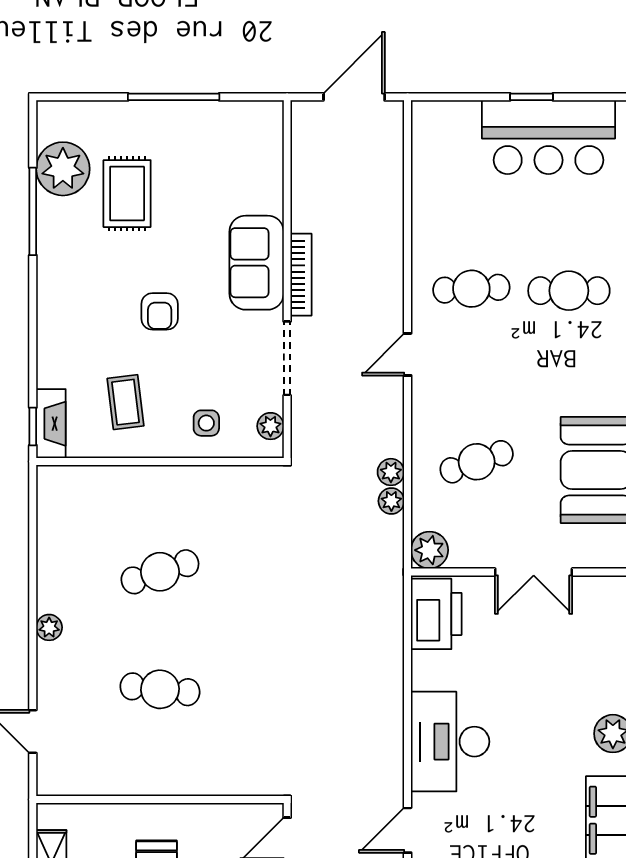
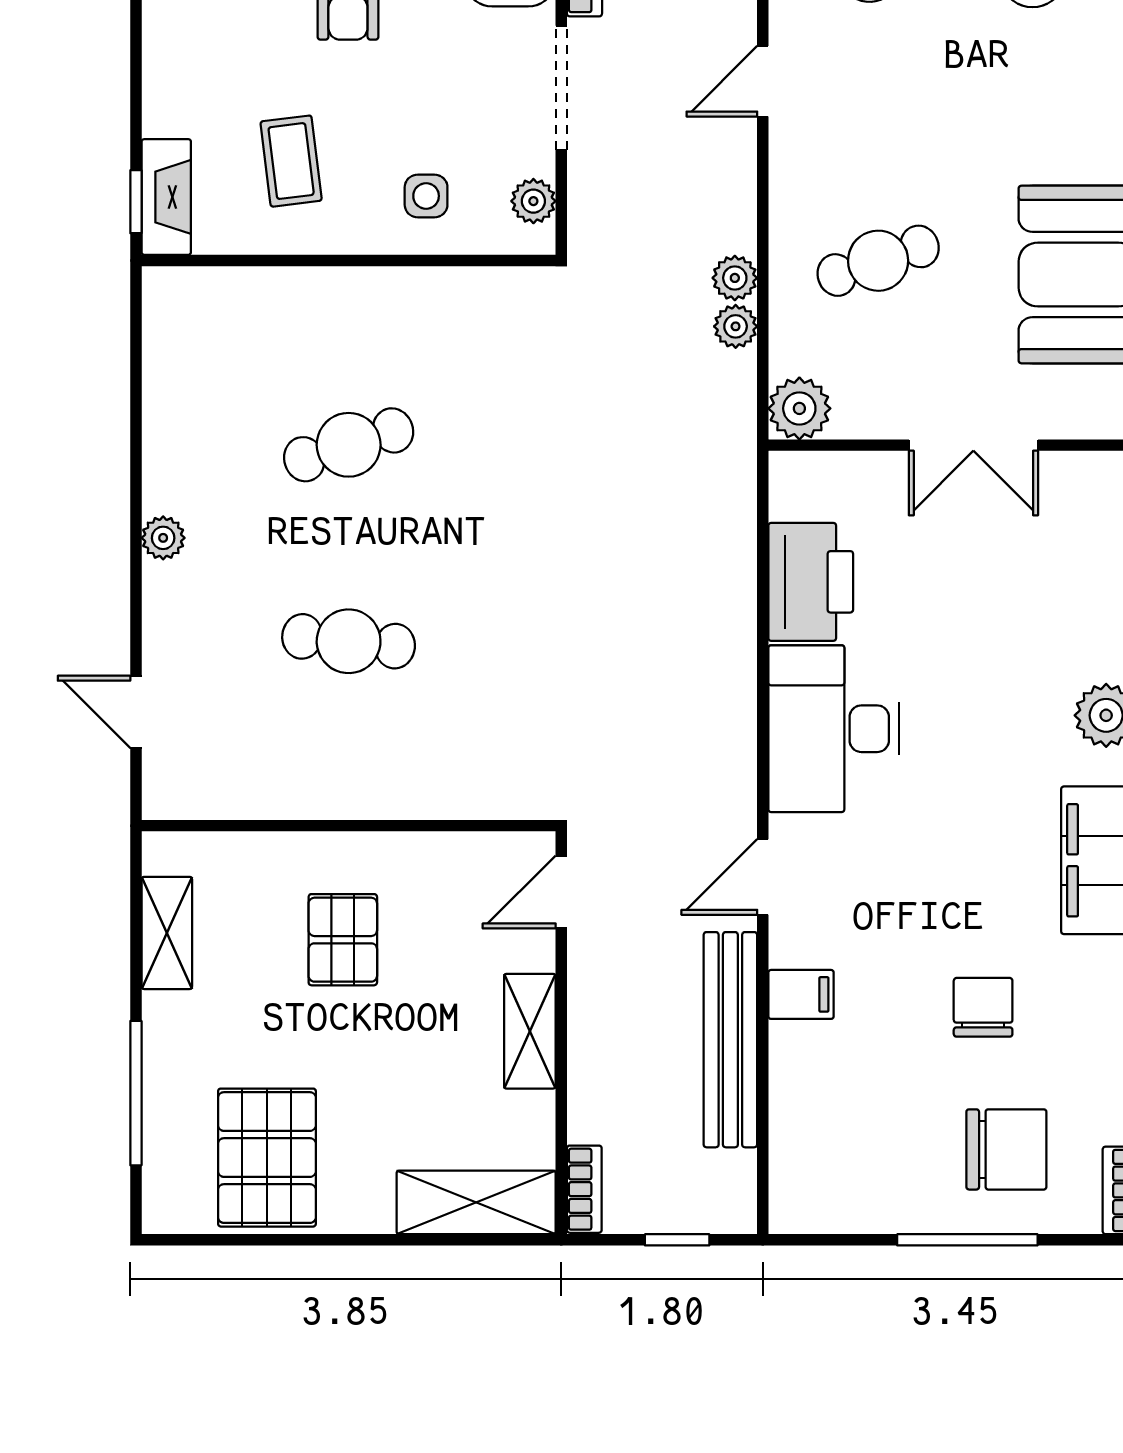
printer: (436, 614) -> (811, 582), moved

